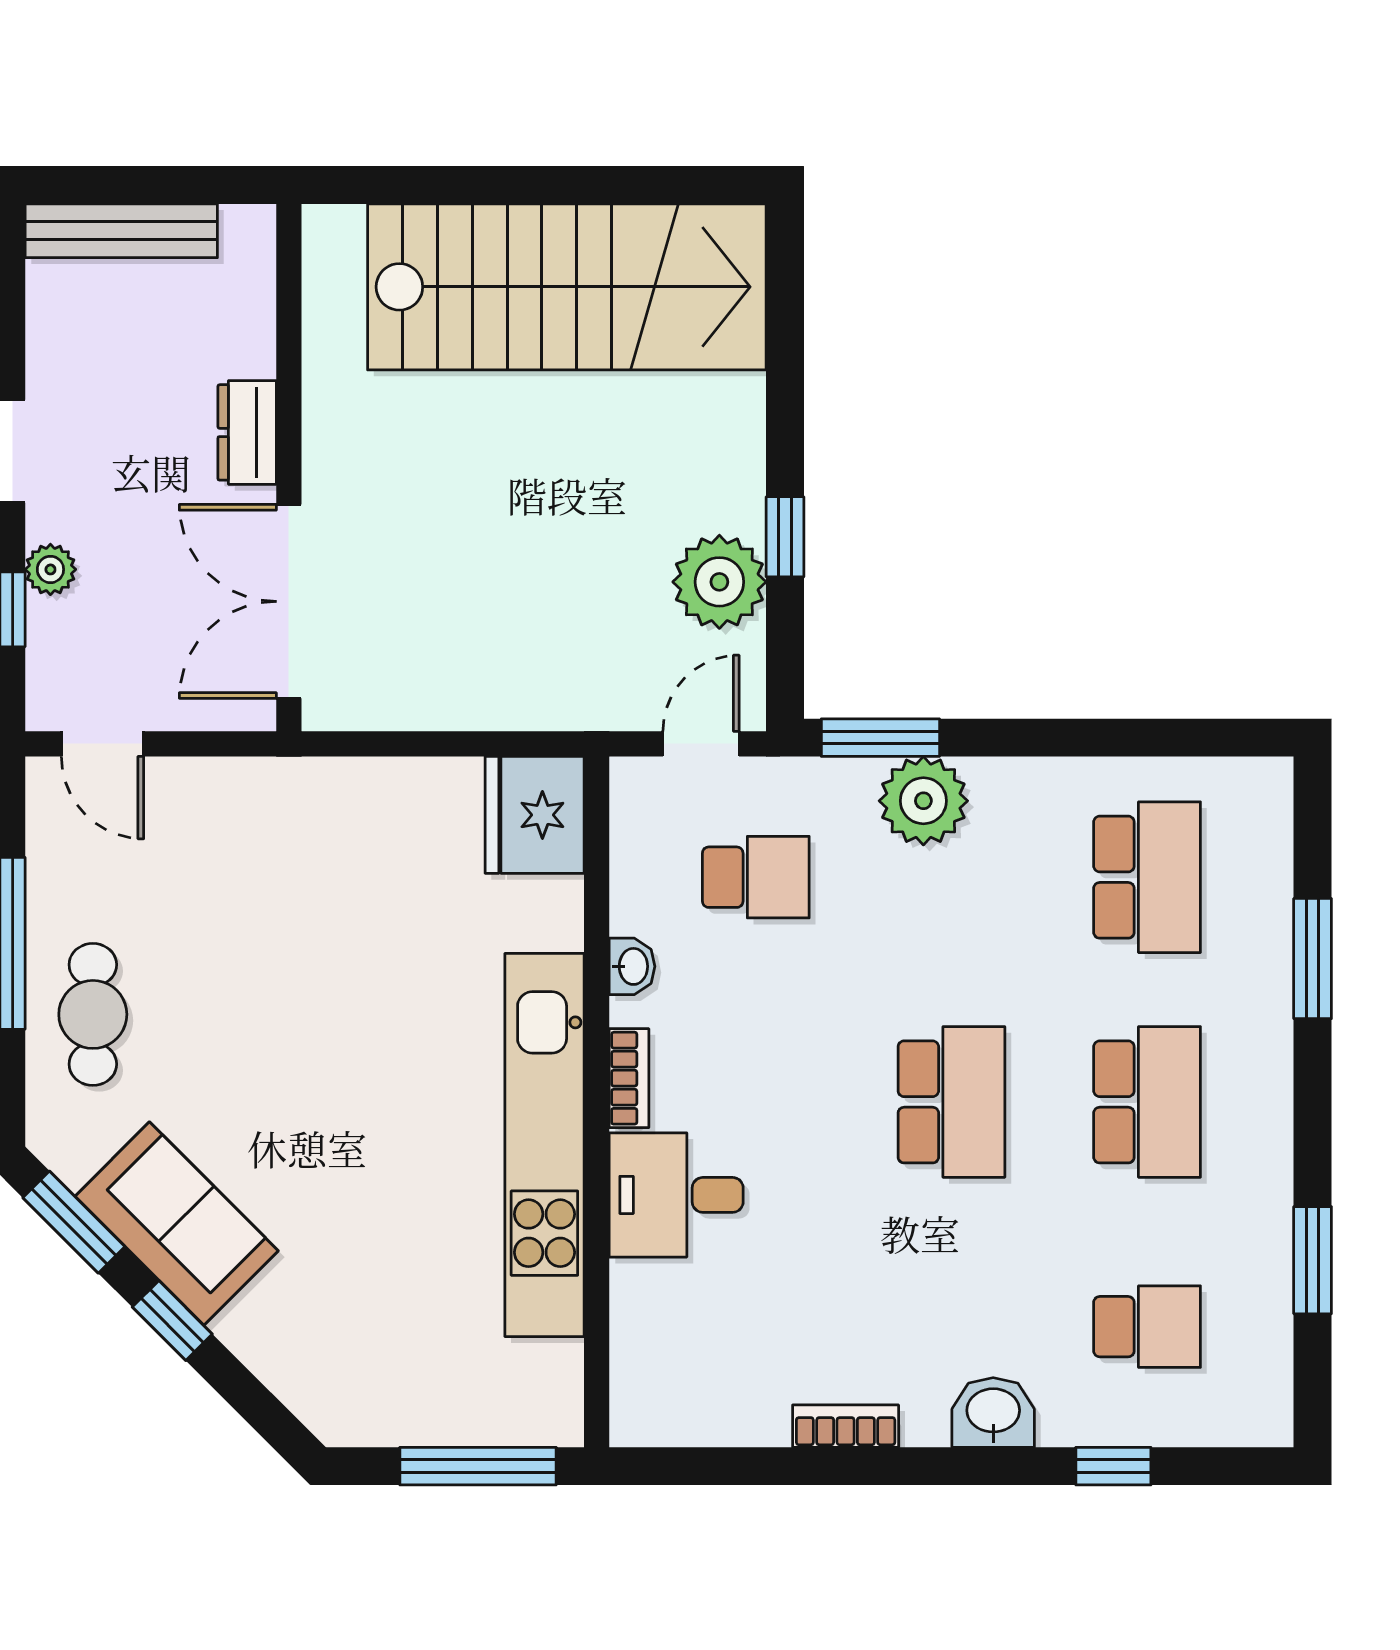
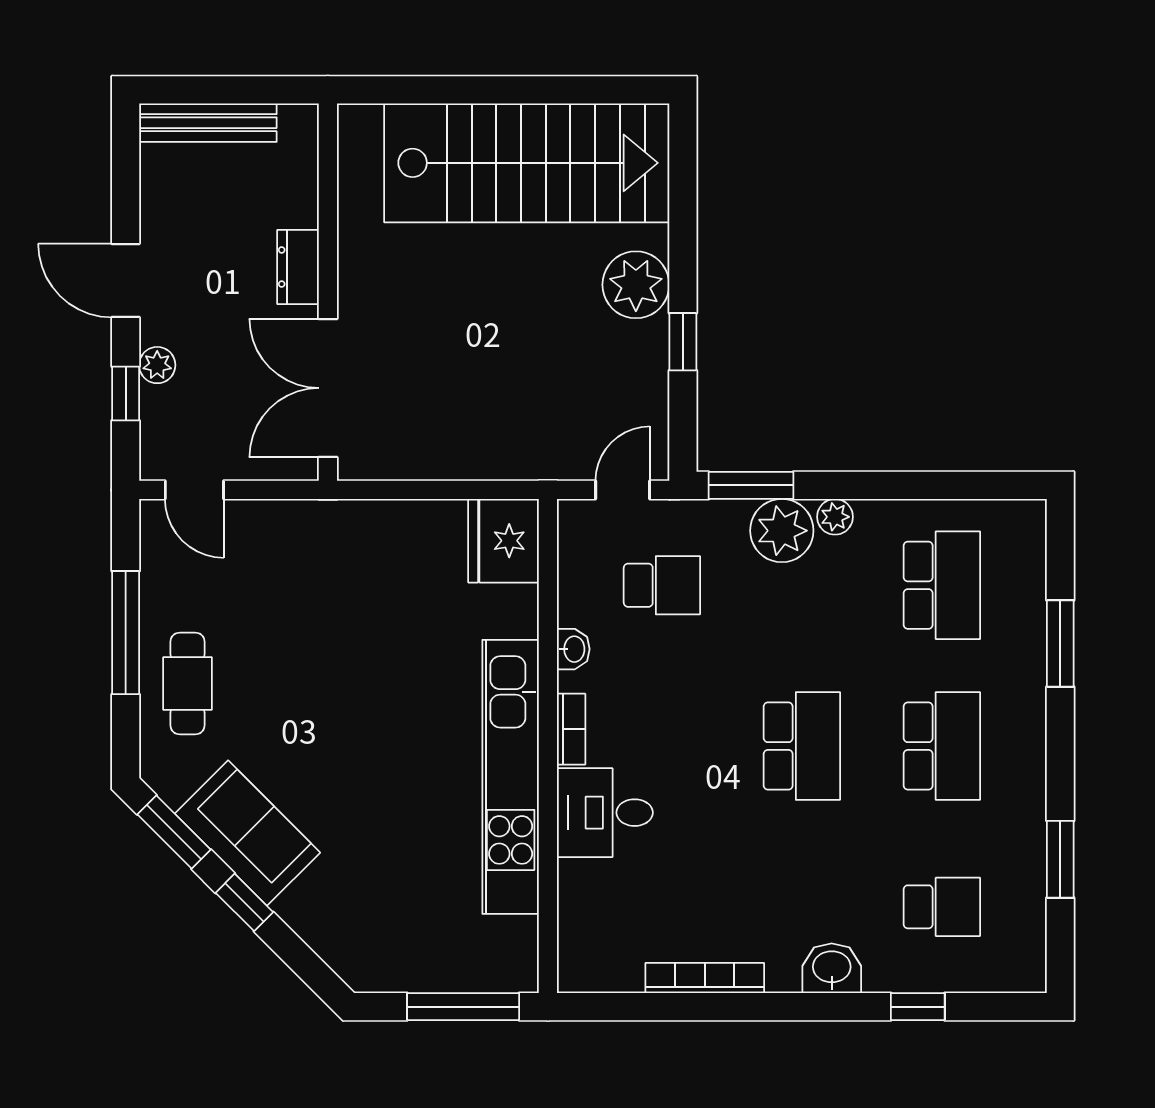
plant: (719, 582) -> (636, 285), moved
plant: (998, 782) -> (835, 517), added
bookcase: (846, 1426) -> (705, 978), width x1.56

